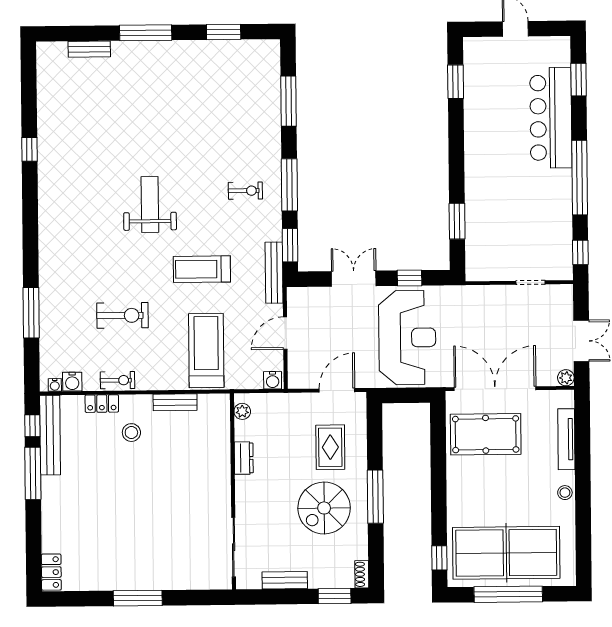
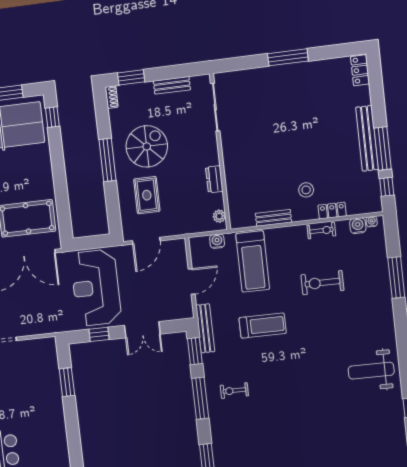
weight bench: (150, 204) -> (371, 371), moved, turned 90
exercise bike: (117, 380) -> (321, 231), turned 180
water cooler: (273, 380) -> (217, 241), moved
bench: (50, 435) -> (367, 138), moved

